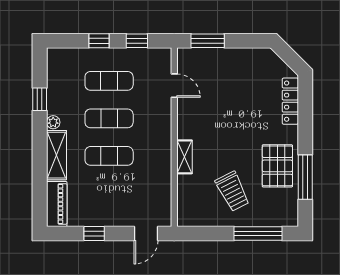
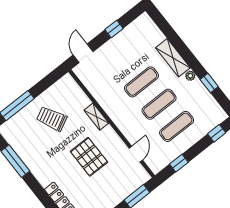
window: (99, 41) -> (217, 133), moved
door: (174, 86) -> (136, 154), swing flipped
pallet: (277, 166) -> (89, 157), moved
piano: (57, 204) -> (150, 29), removed

